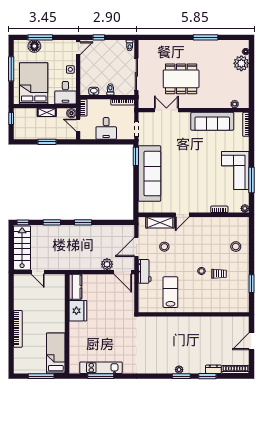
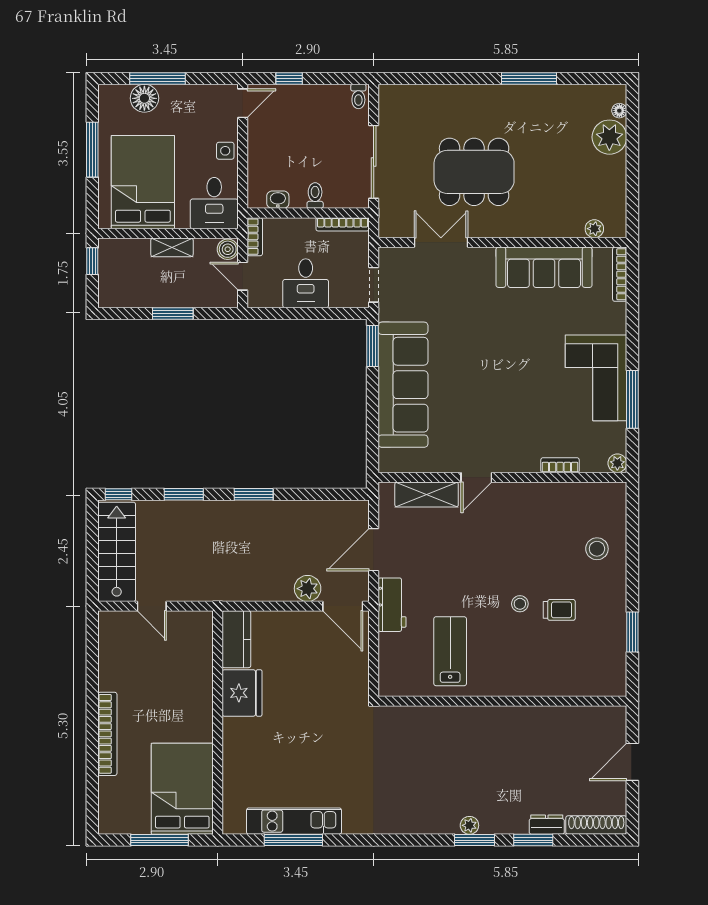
stool: (164, 247) -> (436, 549), removed
bed: (56, 353) -> (182, 789), width x1.50

